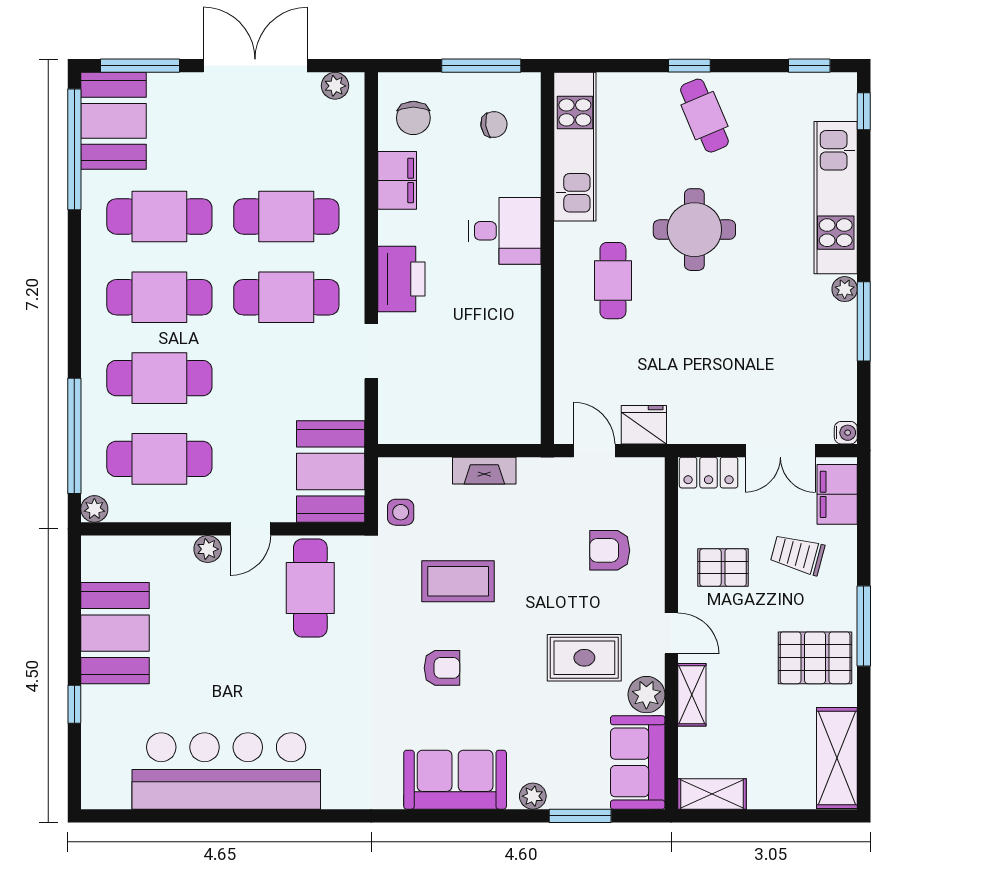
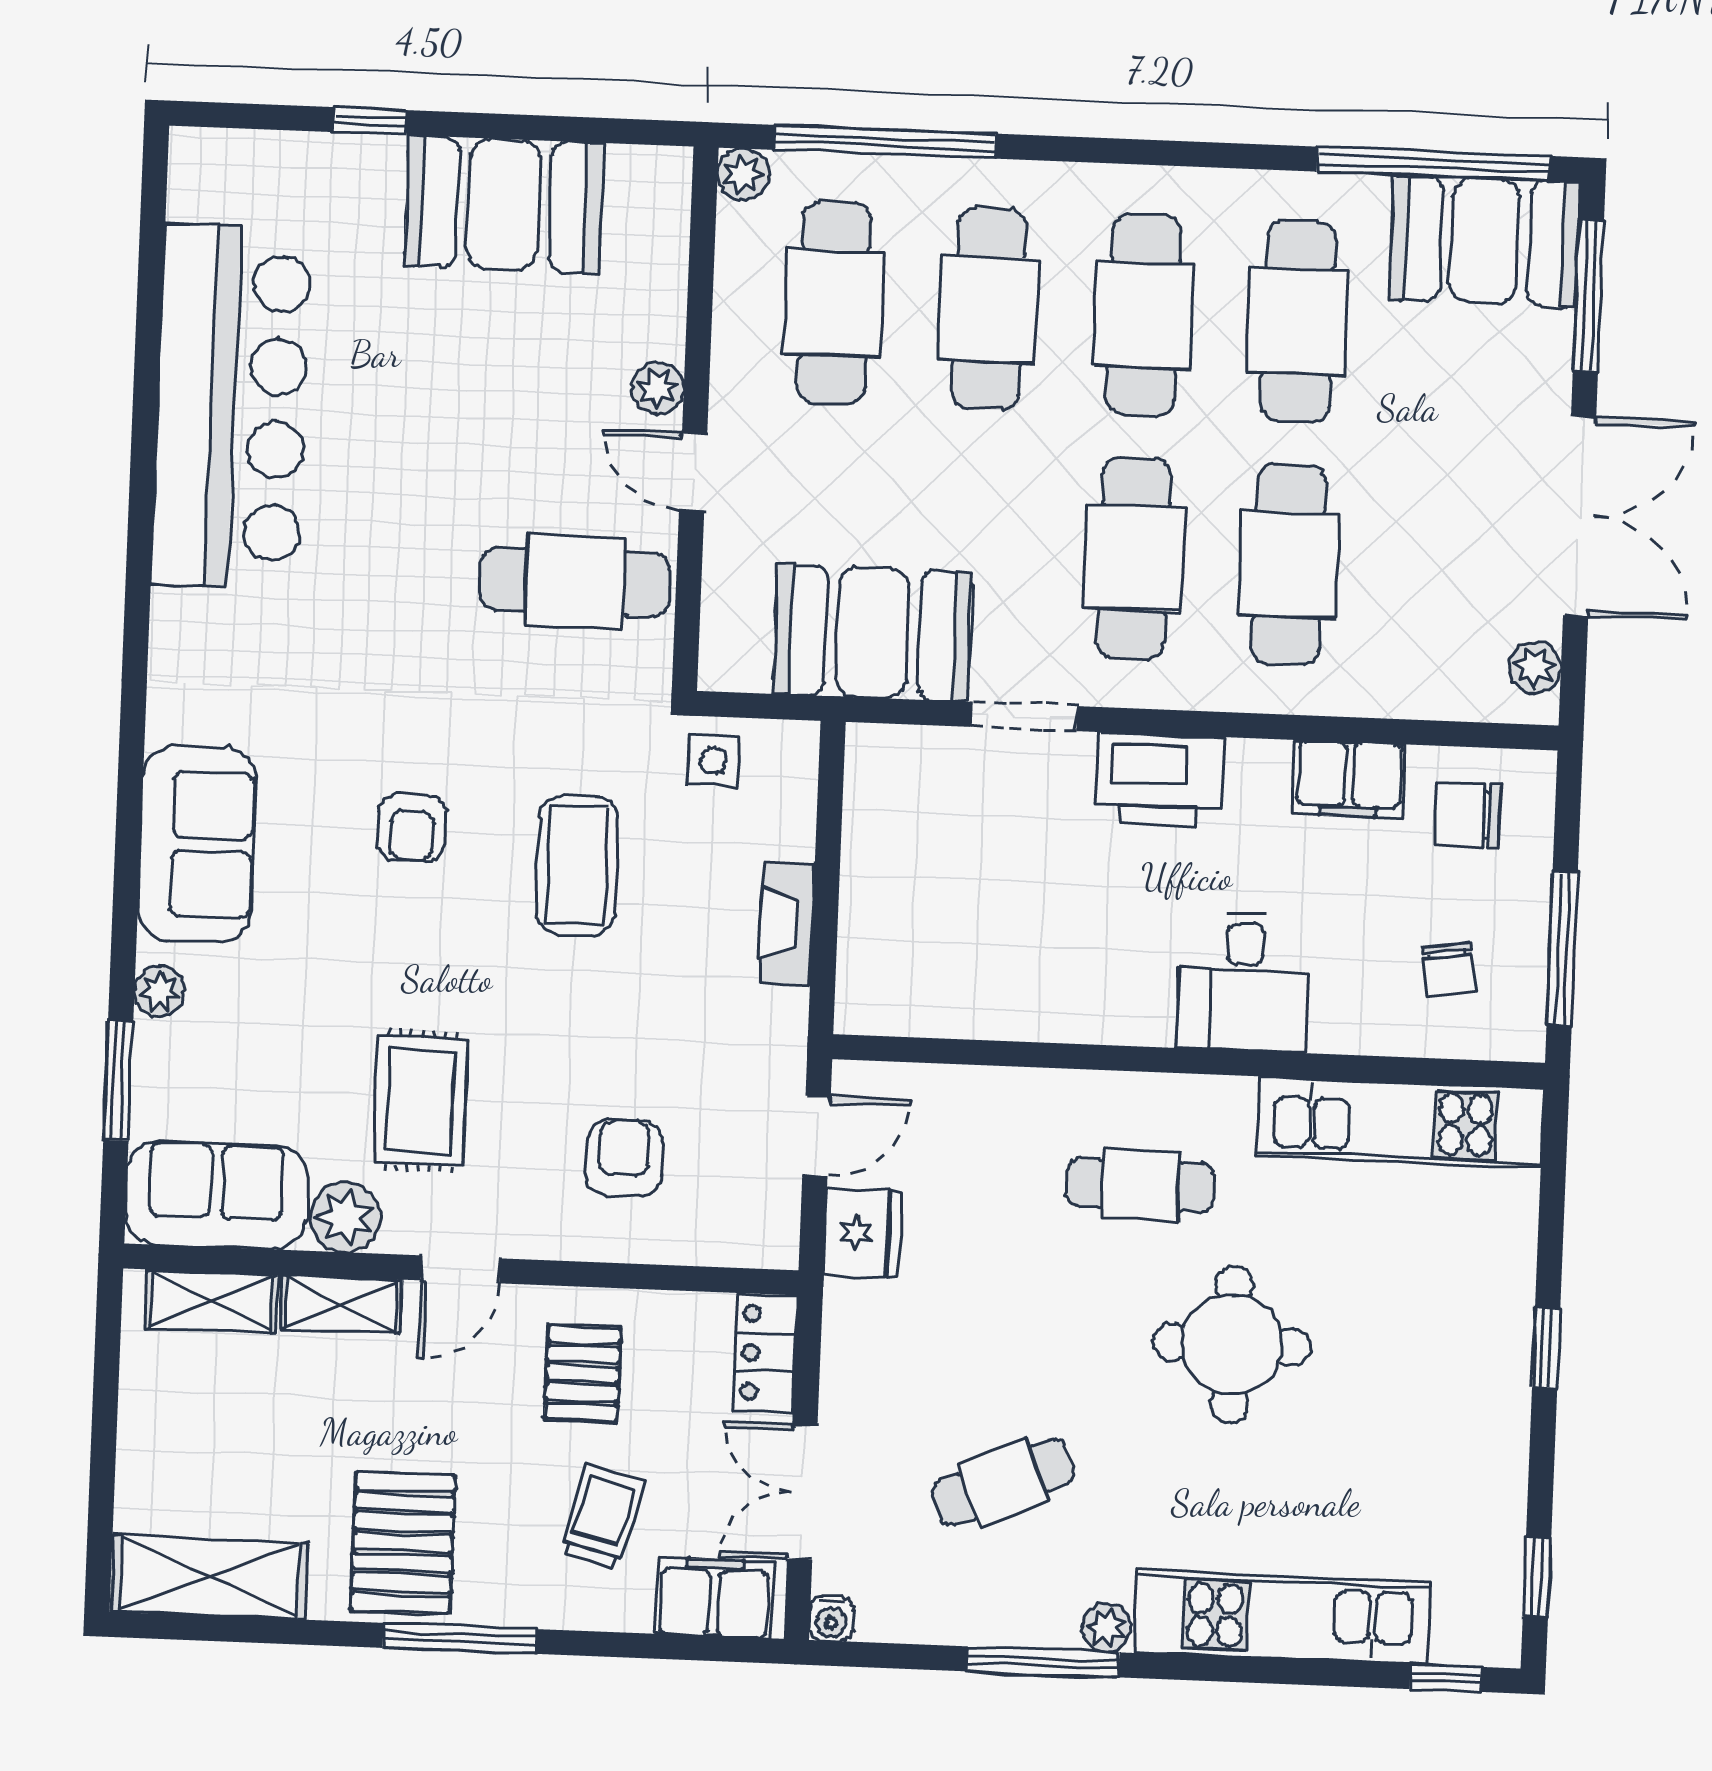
cafe table: (704, 116) -> (1003, 1482), moved
booth: (331, 472) -> (873, 633), moved
shelving: (712, 794) -> (211, 1301), moved, turned 90

